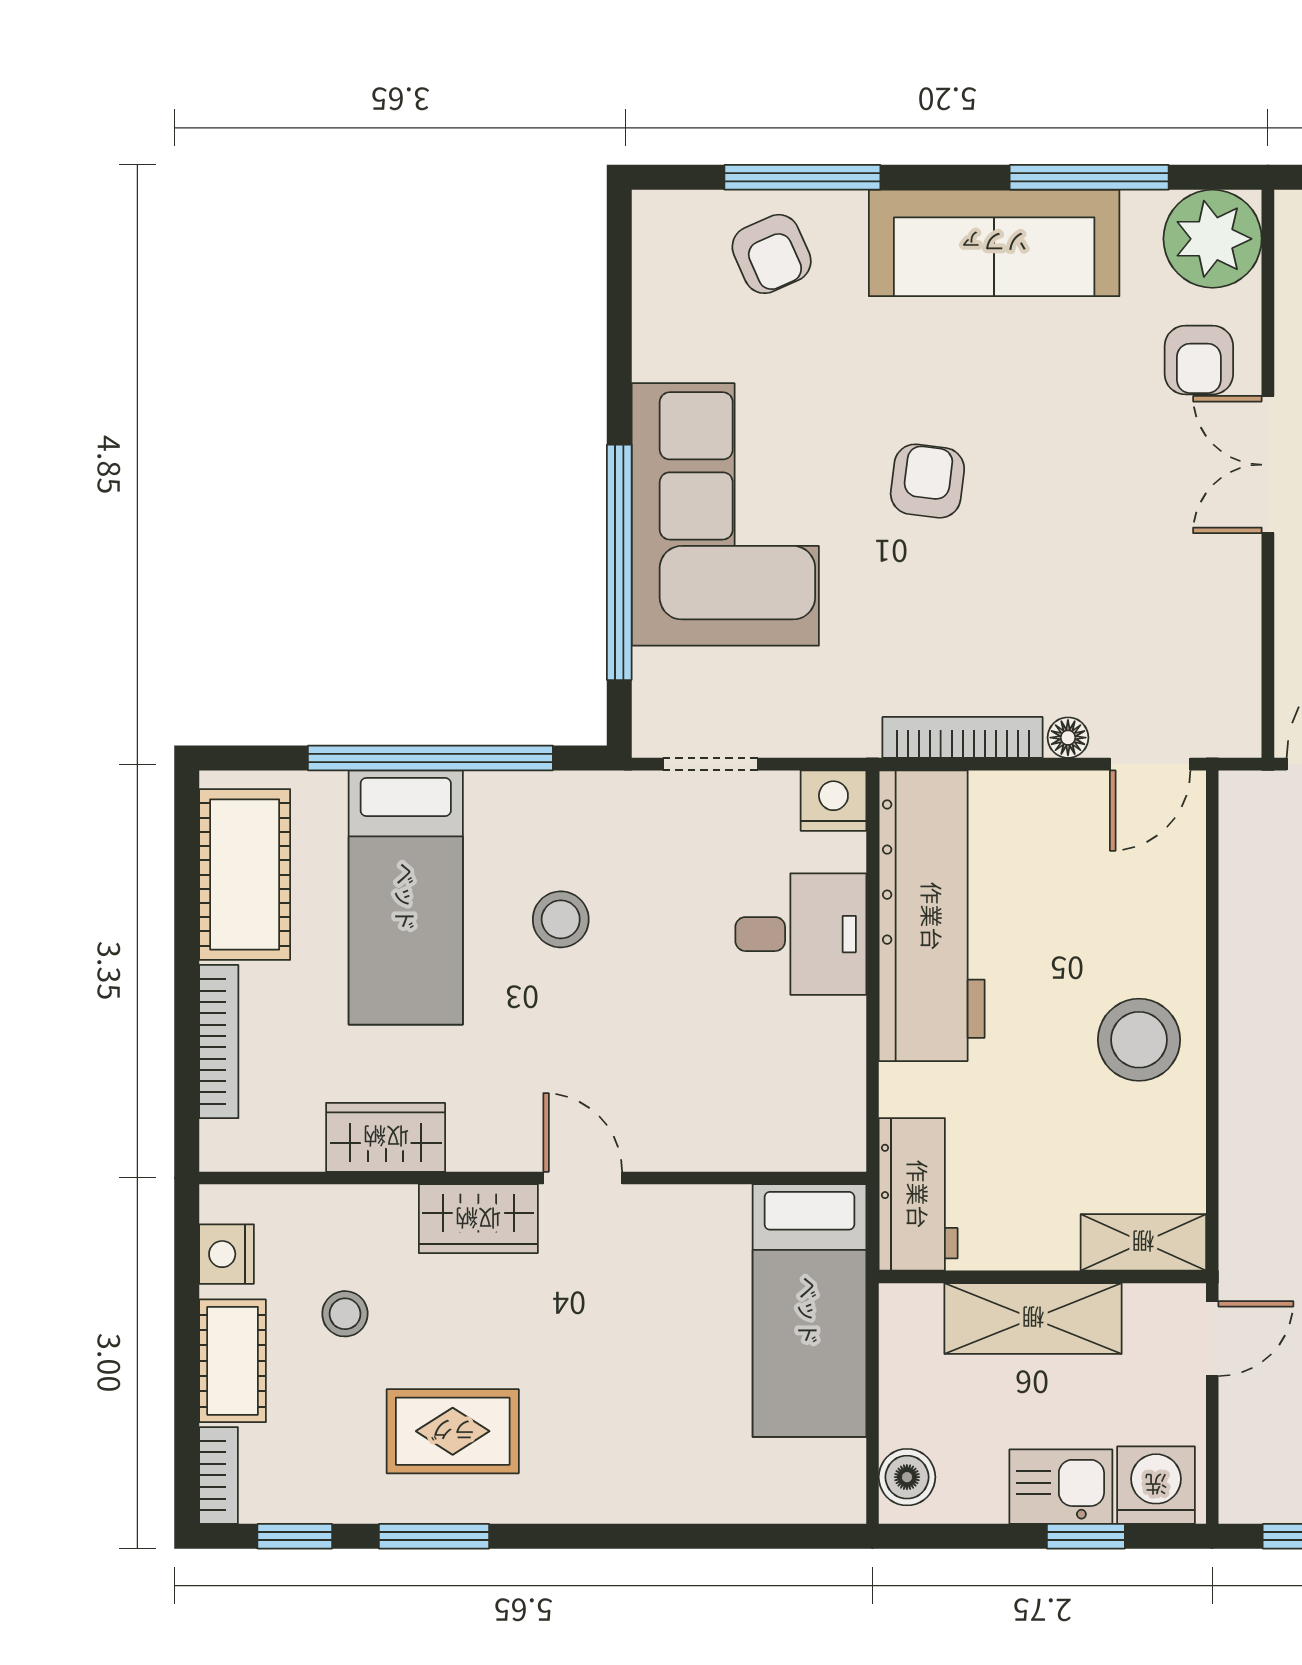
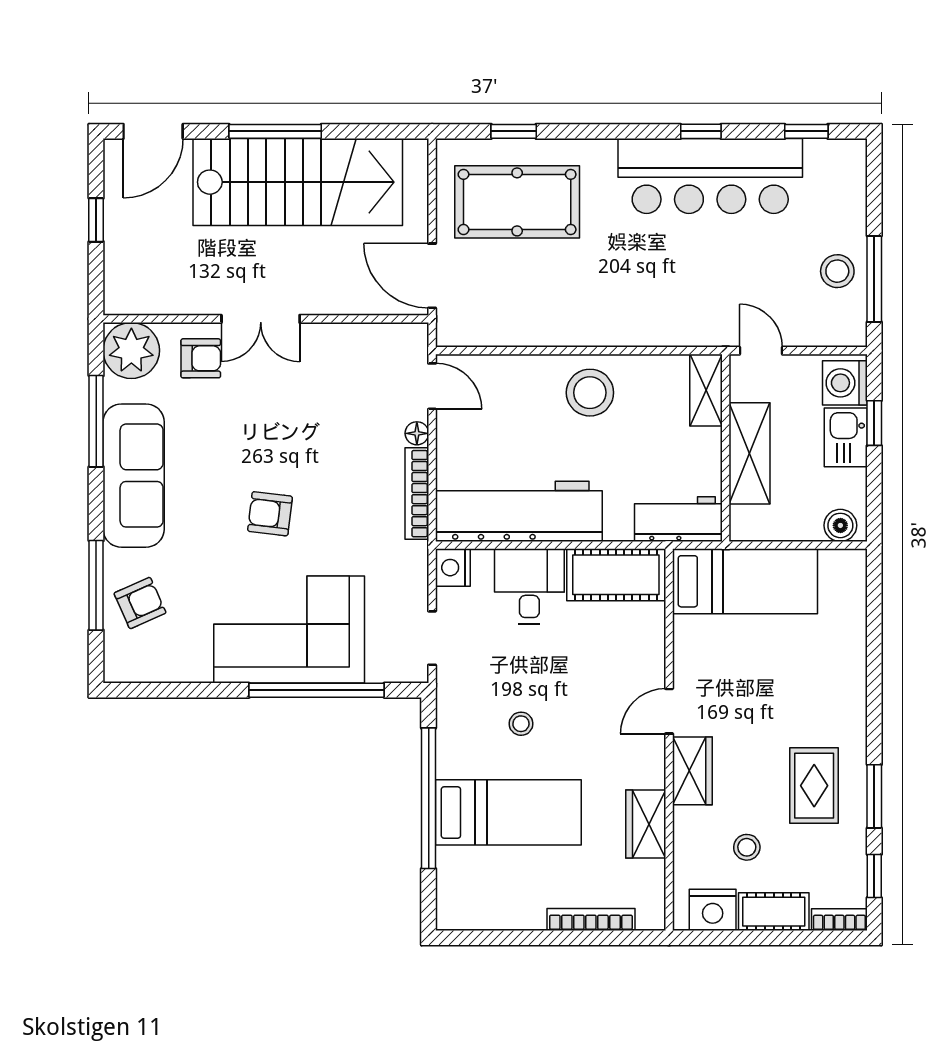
cot: (245, 875) -> (616, 575), moved
stool: (561, 919) -> (521, 724), width x0.73, depth x0.73
nightstand: (227, 1254) -> (713, 910), width x1.36, depth x1.33

